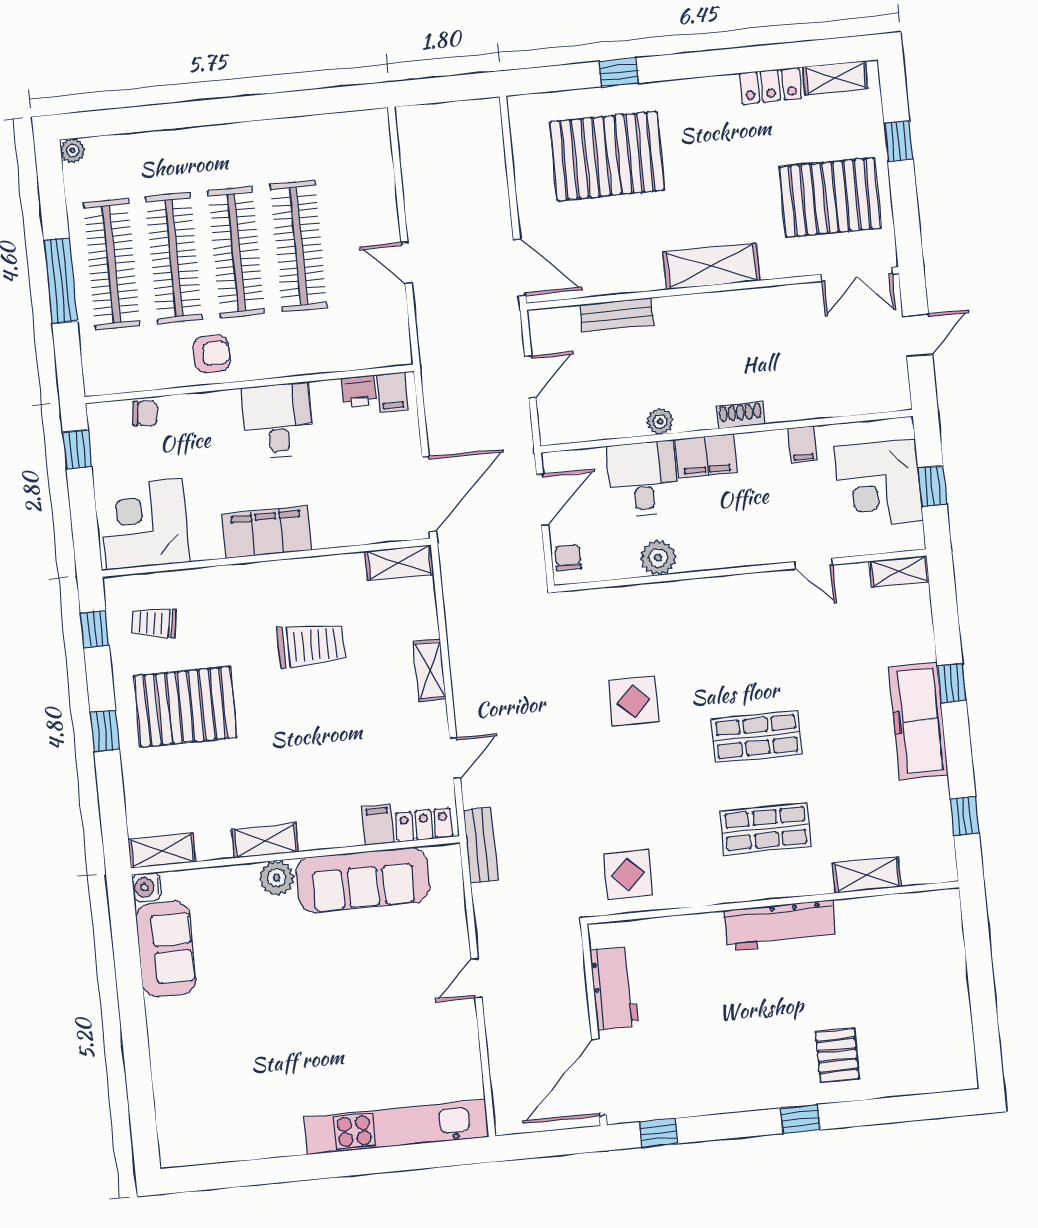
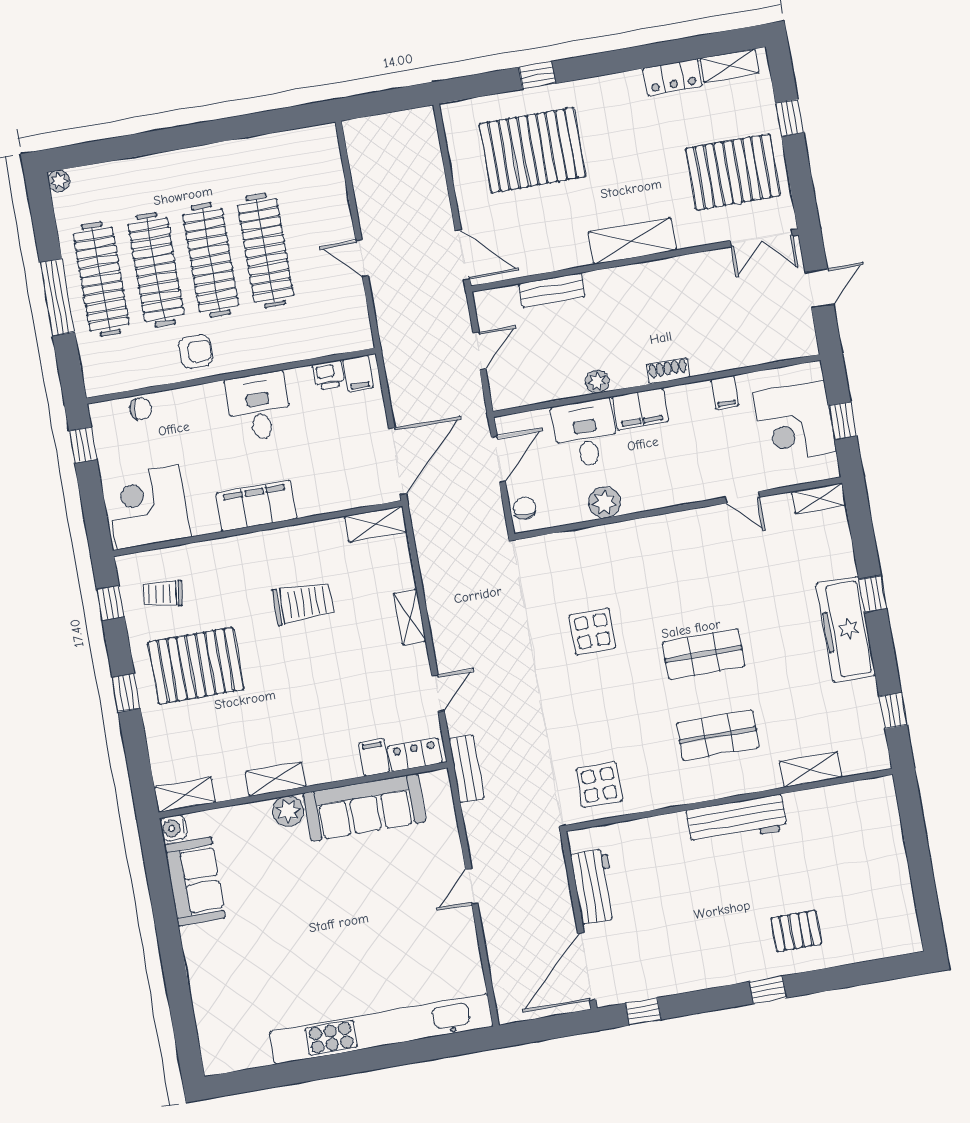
pallet: (837, 1055) -> (796, 931), turned 90
kitchen unit: (396, 1127) -> (381, 1029), width x1.36

